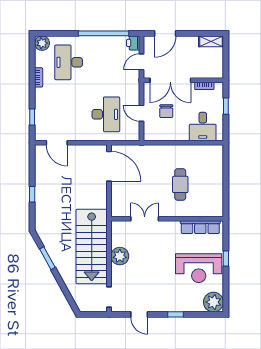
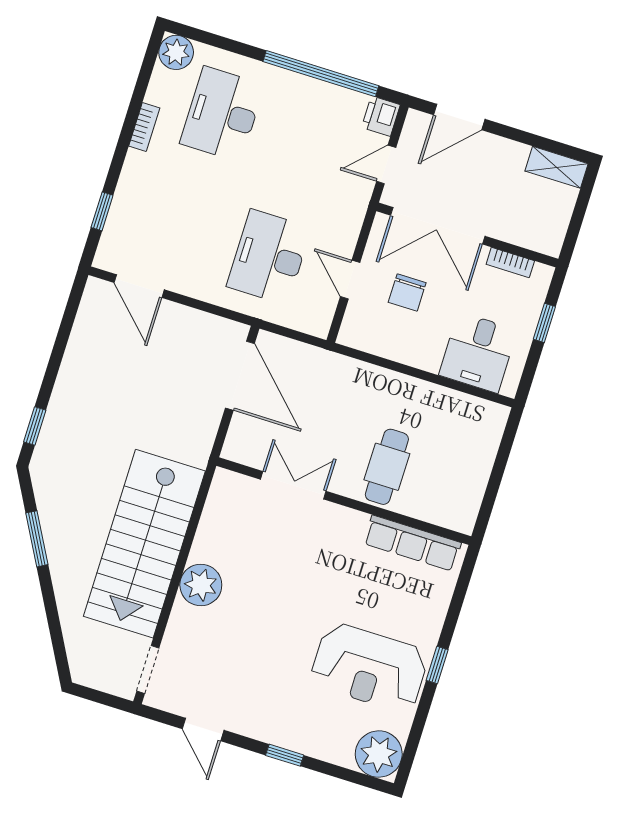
desk: (106, 114) -> (269, 257), turned 180
window: (32, 194) -> (35, 426), moved
double door: (145, 219) -> (293, 485), moved
wall: (167, 219) -> (344, 501), moved
row of seats: (200, 227) -> (412, 543), moved

